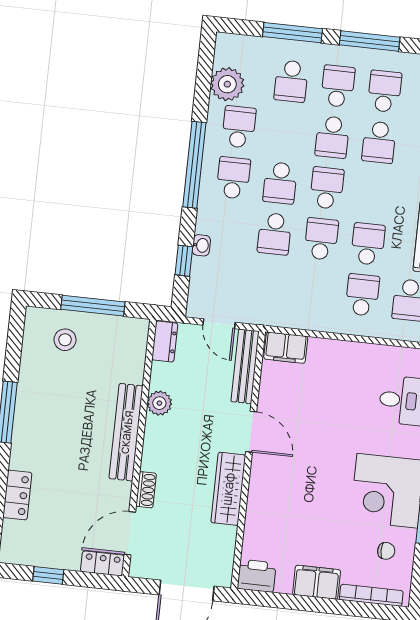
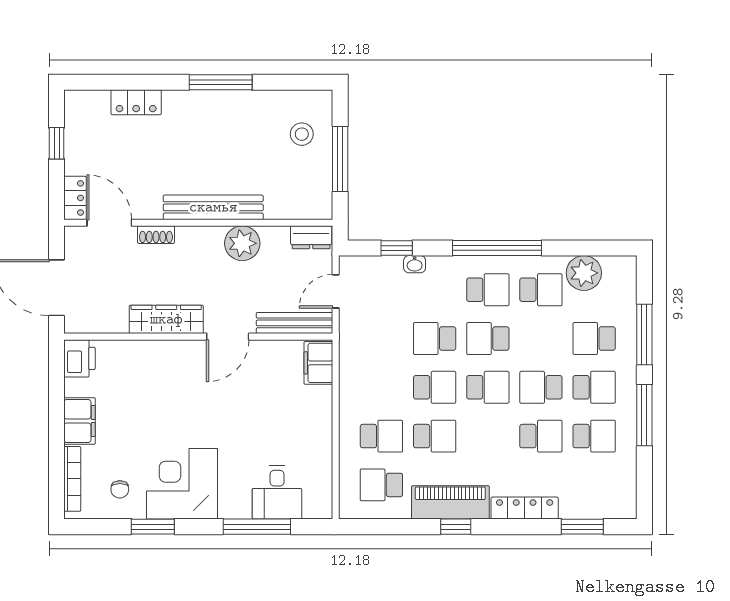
school desk: (379, 142) -> (541, 436), turned 180
plant: (159, 403) -> (242, 243), width x1.36, depth x1.36

